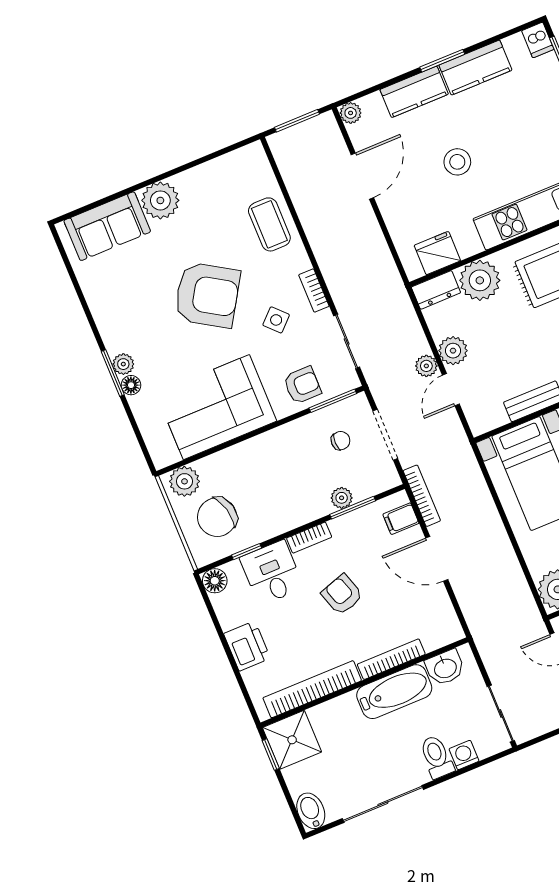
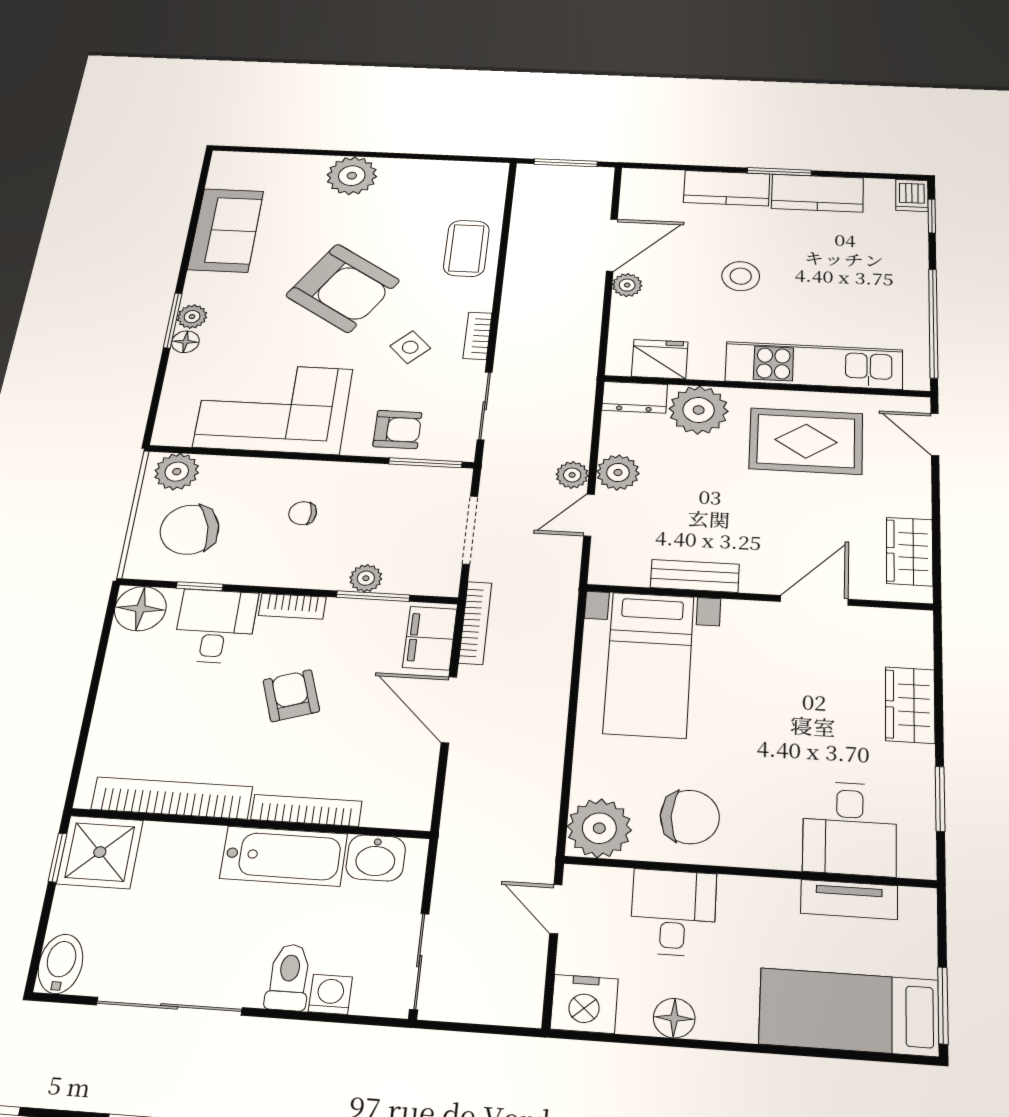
plant: (351, 113) -> (627, 285), moved
sofa: (107, 226) -> (226, 230), moved, turned -90
chair: (341, 441) -> (303, 513), moved, turned 180
filing cabinet: (401, 519) -> (430, 638), width x2.00
floor lamp: (215, 581) -> (140, 609), width x1.38, depth x1.38
printer: (247, 646) -> (122, 701), removed

